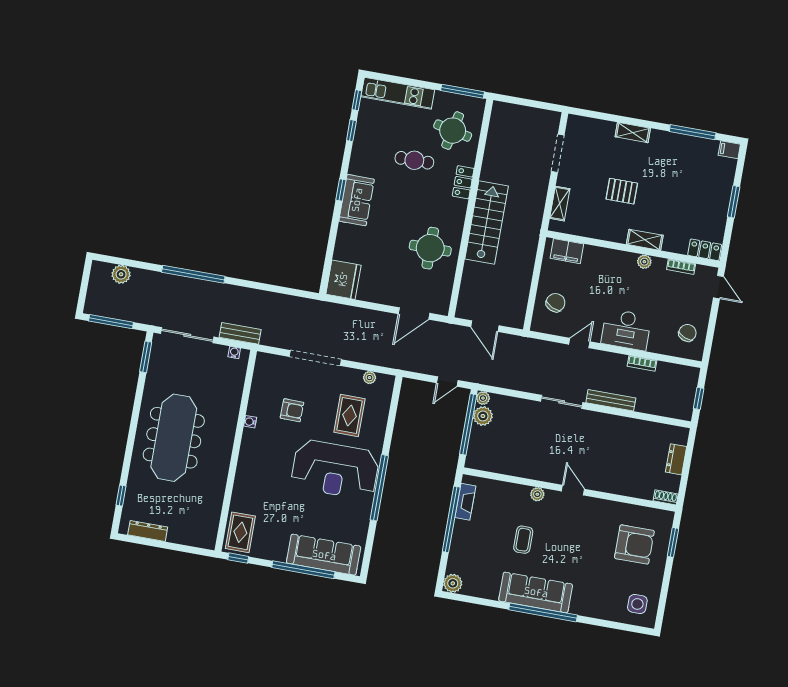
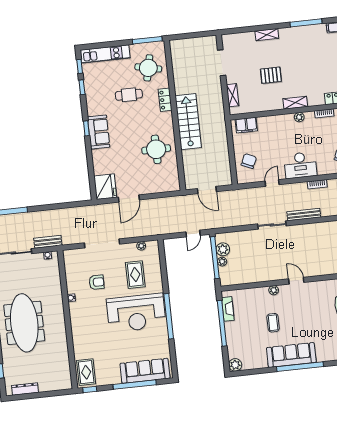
door: (414, 314) -> (129, 199), moved
plant: (483, 398) -> (222, 262), moved

